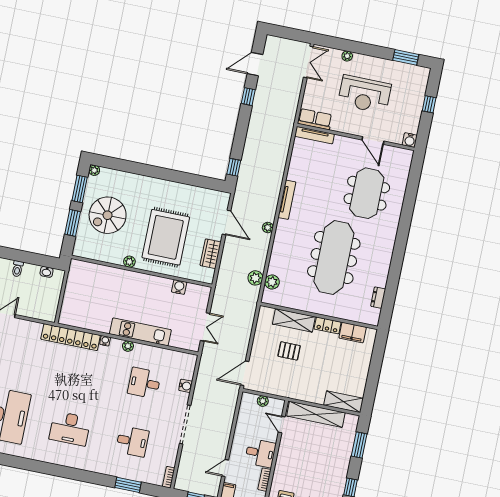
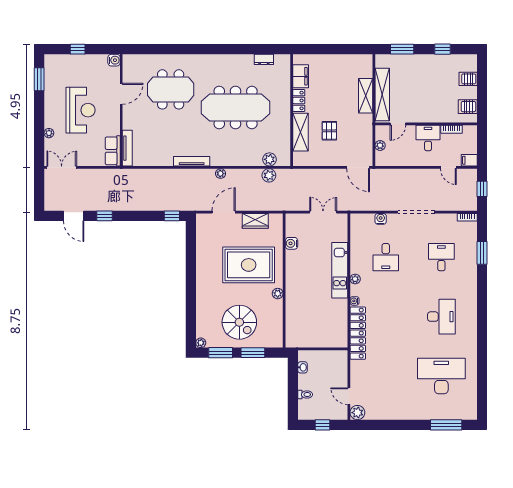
shelving: (344, 402) -> (366, 96), moved

